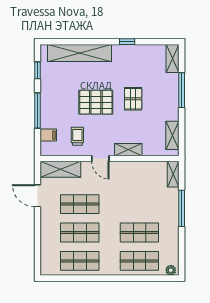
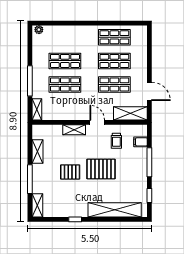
pallet: (133, 99) -> (70, 172), turned 90
shelving: (172, 135) -> (37, 152), moved
shop shelf: (139, 261) -> (65, 84), moved

